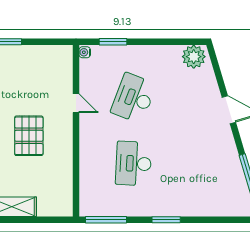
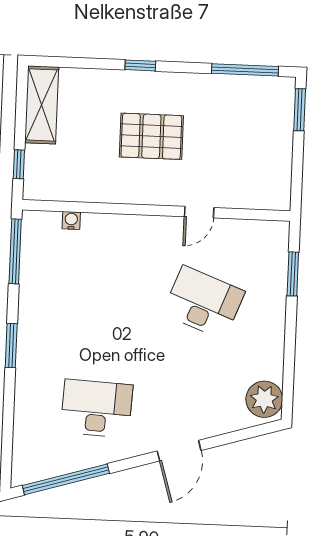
water cooler: (85, 52) -> (71, 220), moved
desk: (134, 163) -> (97, 408), moved
window: (50, 220) -> (19, 164), added

